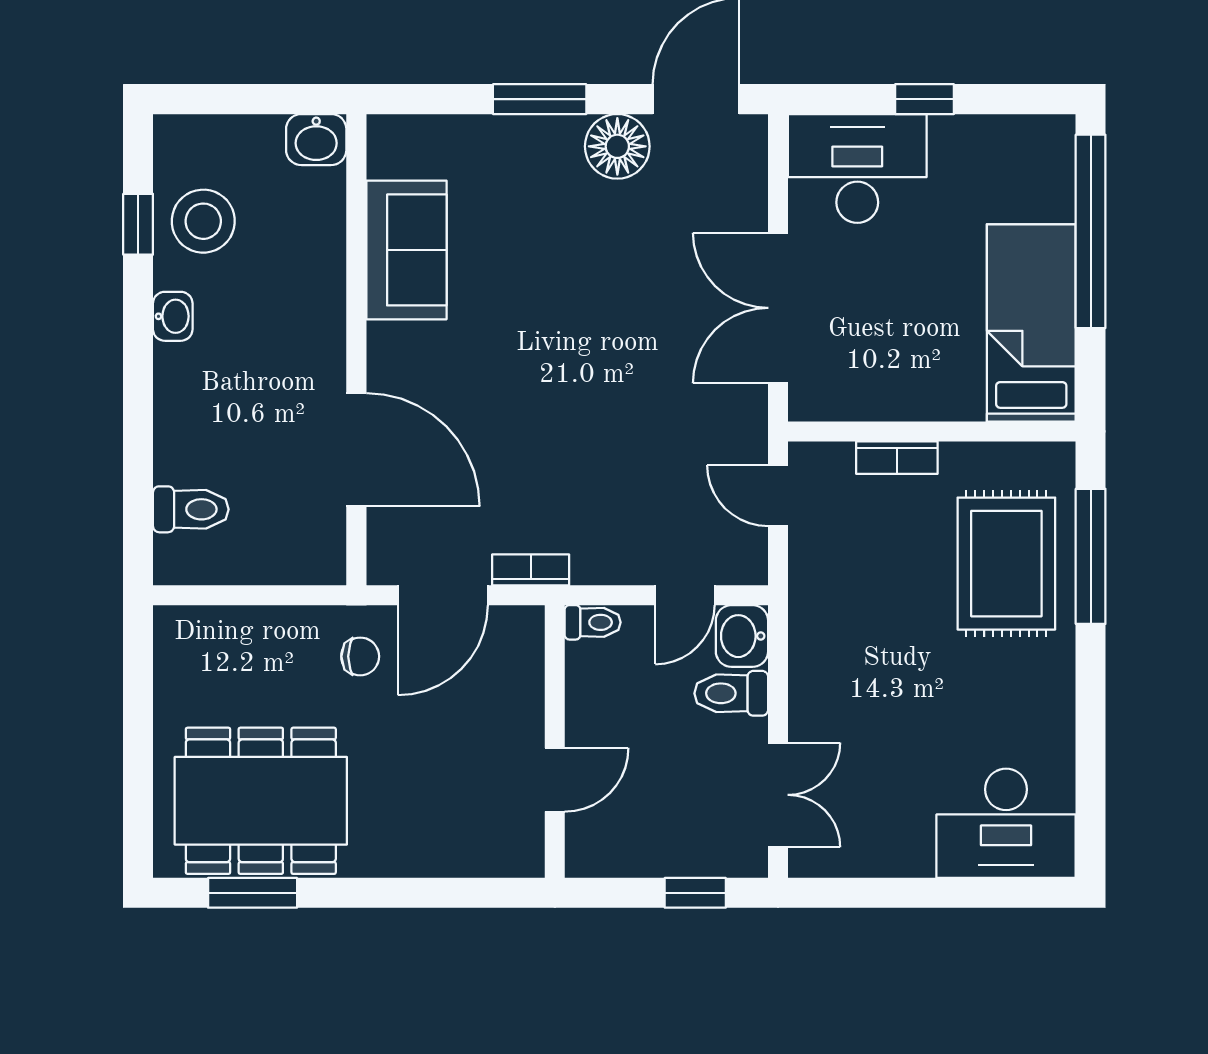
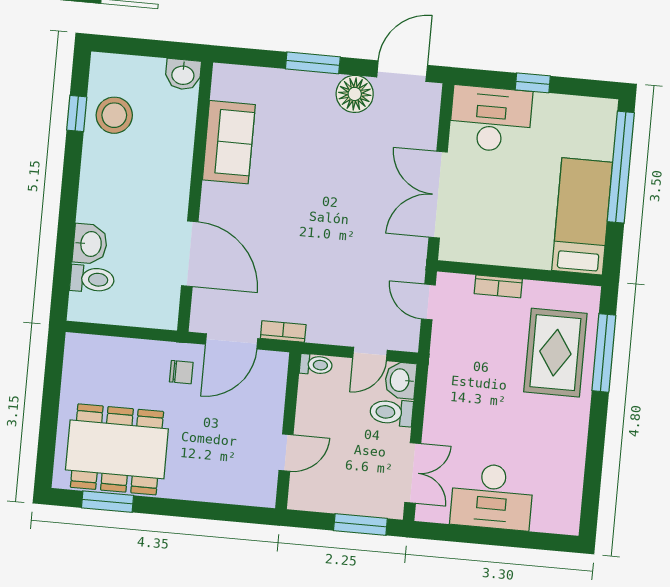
washbasin: (173, 316) -> (90, 244), moved, width x1.38, depth x1.45
desk: (1006, 823) -> (492, 496), moved
window: (695, 893) -> (360, 525), width x1.50

